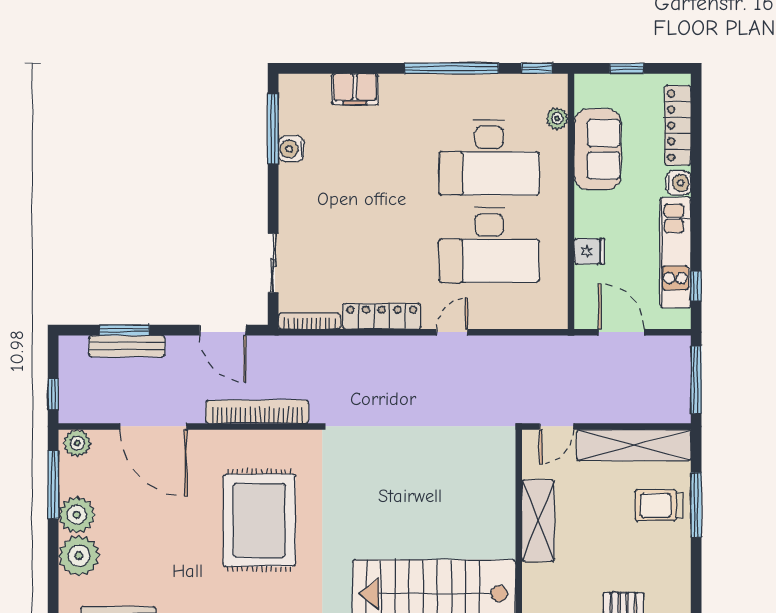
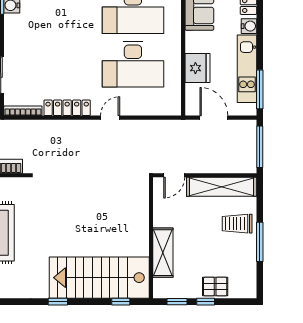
fridge: (589, 251) -> (197, 68), width x1.88, depth x1.34
window: (696, 286) -> (260, 89), width x2.17
window: (696, 505) -> (260, 242), moved
shelving: (538, 521) -> (163, 253), moved

